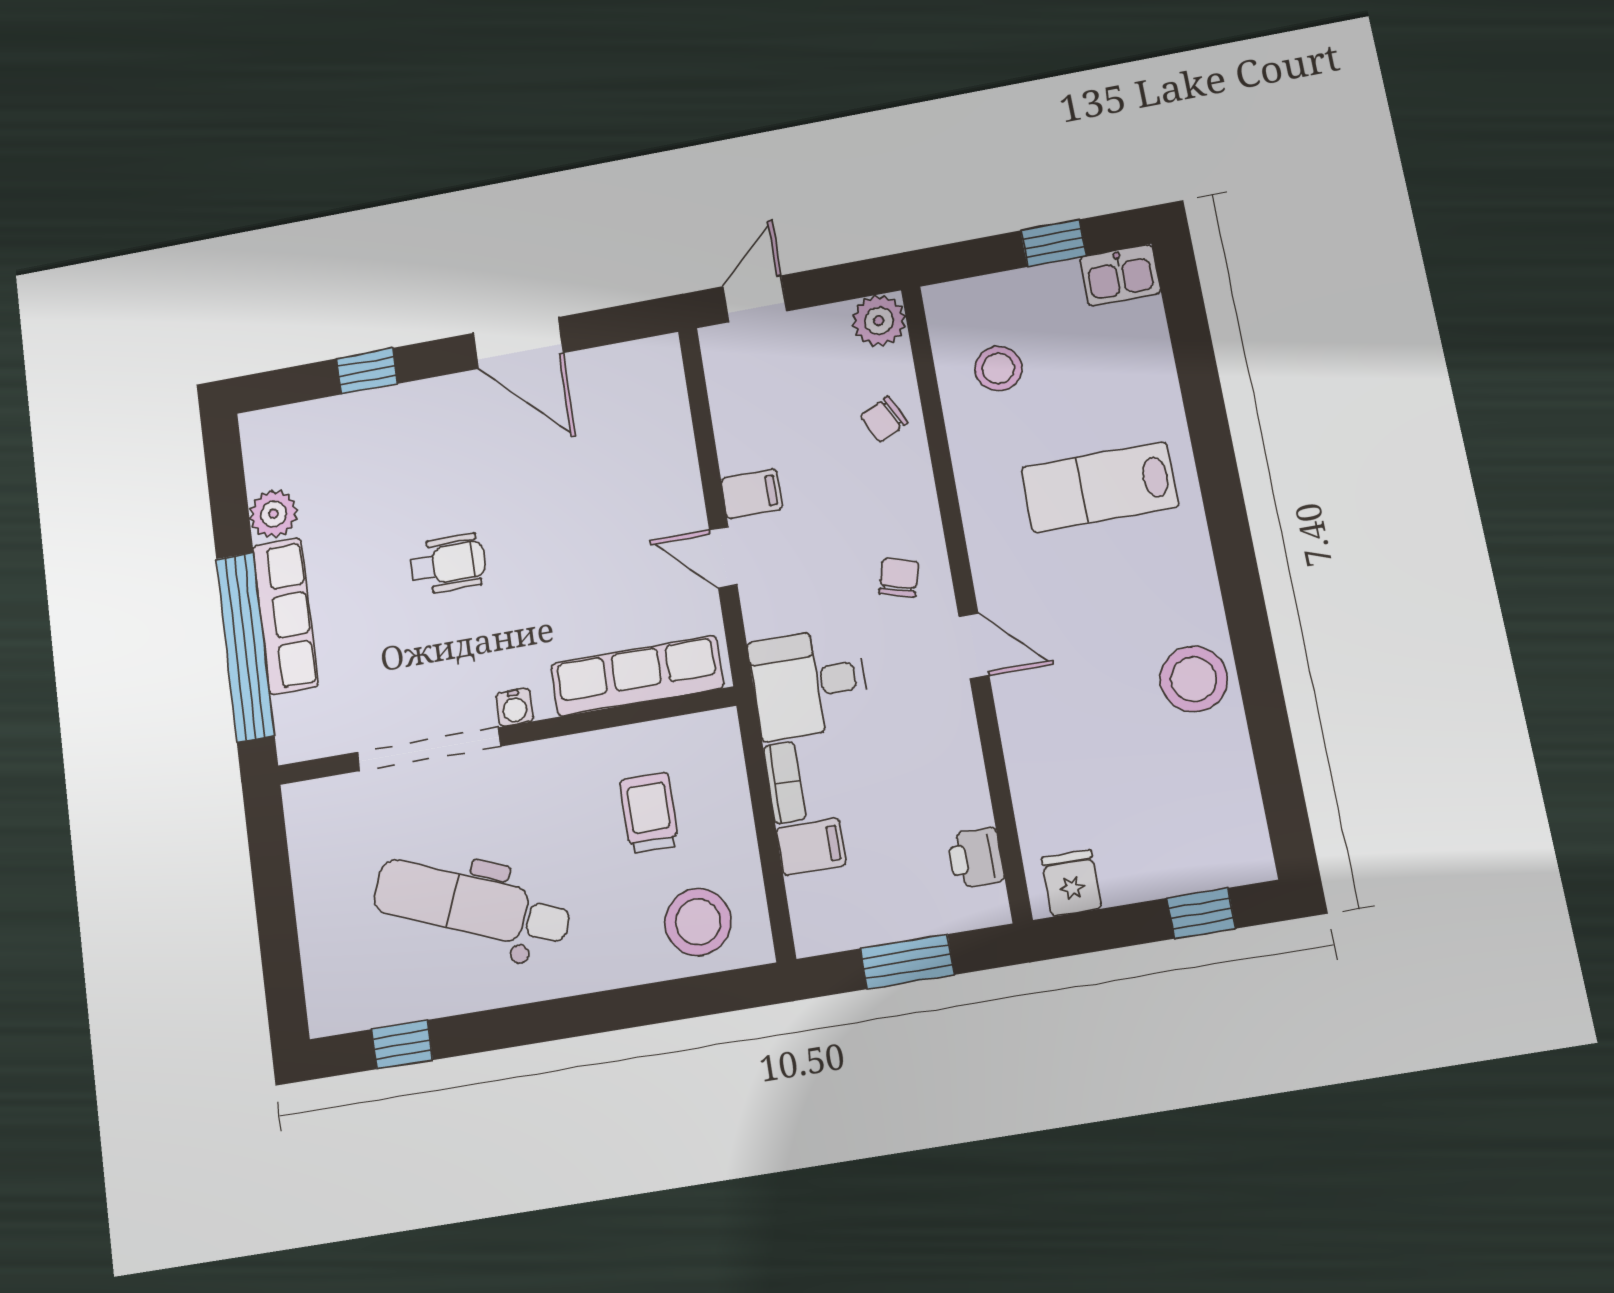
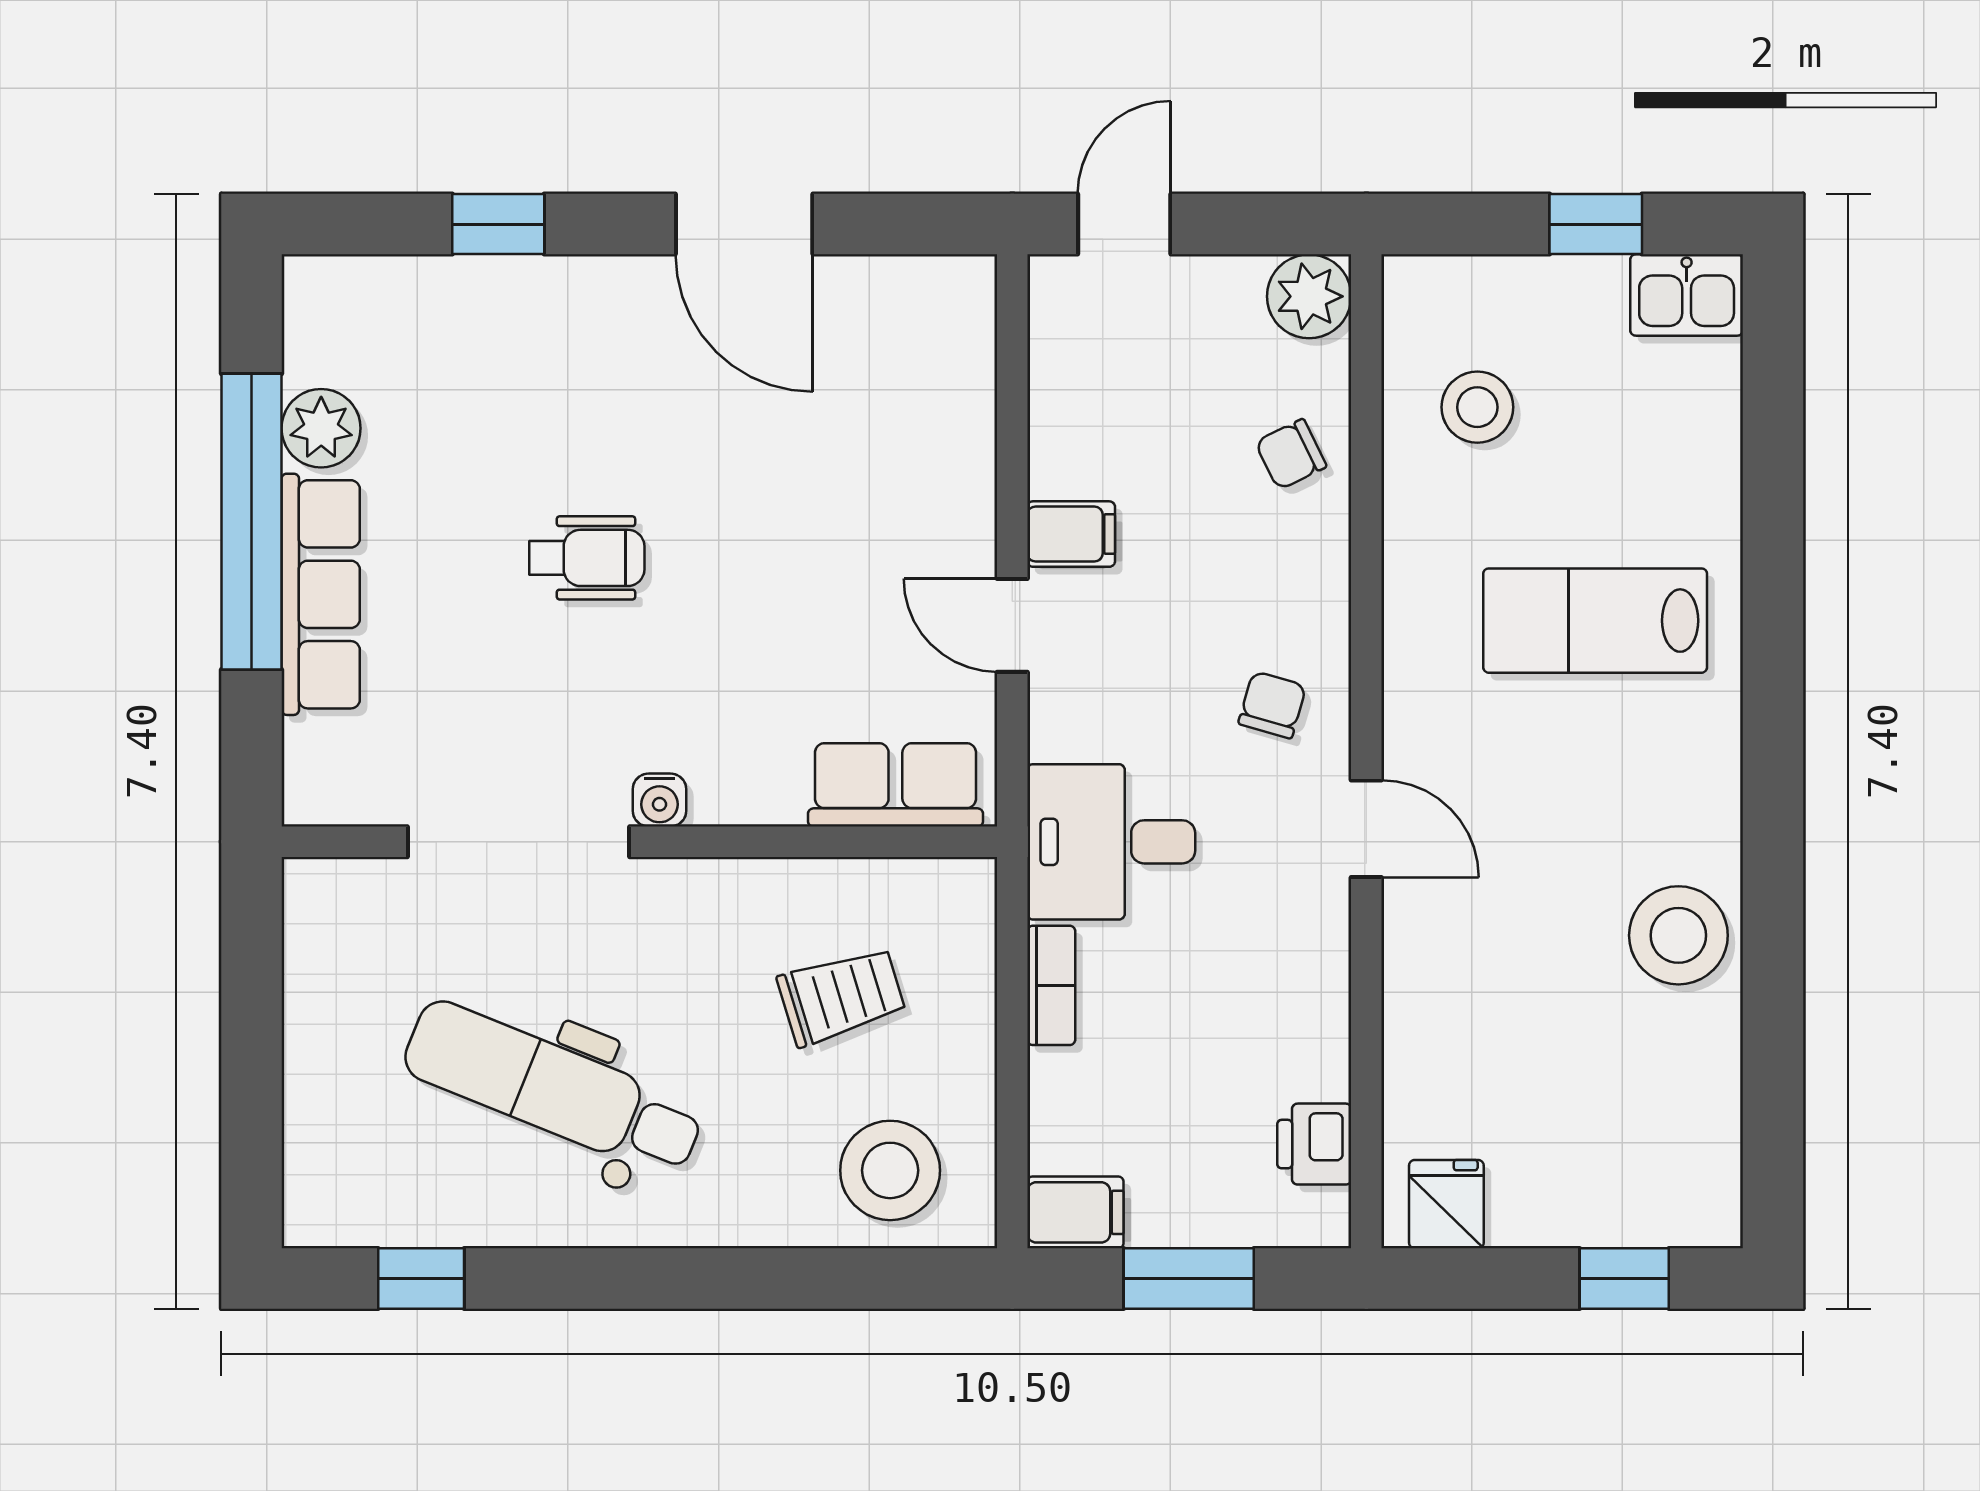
window: (245, 647) -> (252, 522), moved
row of seats: (637, 676) -> (895, 785), width x0.68
trolley: (649, 813) -> (841, 996), turned 73
filing cabinet: (811, 847) -> (1075, 1212), moved

